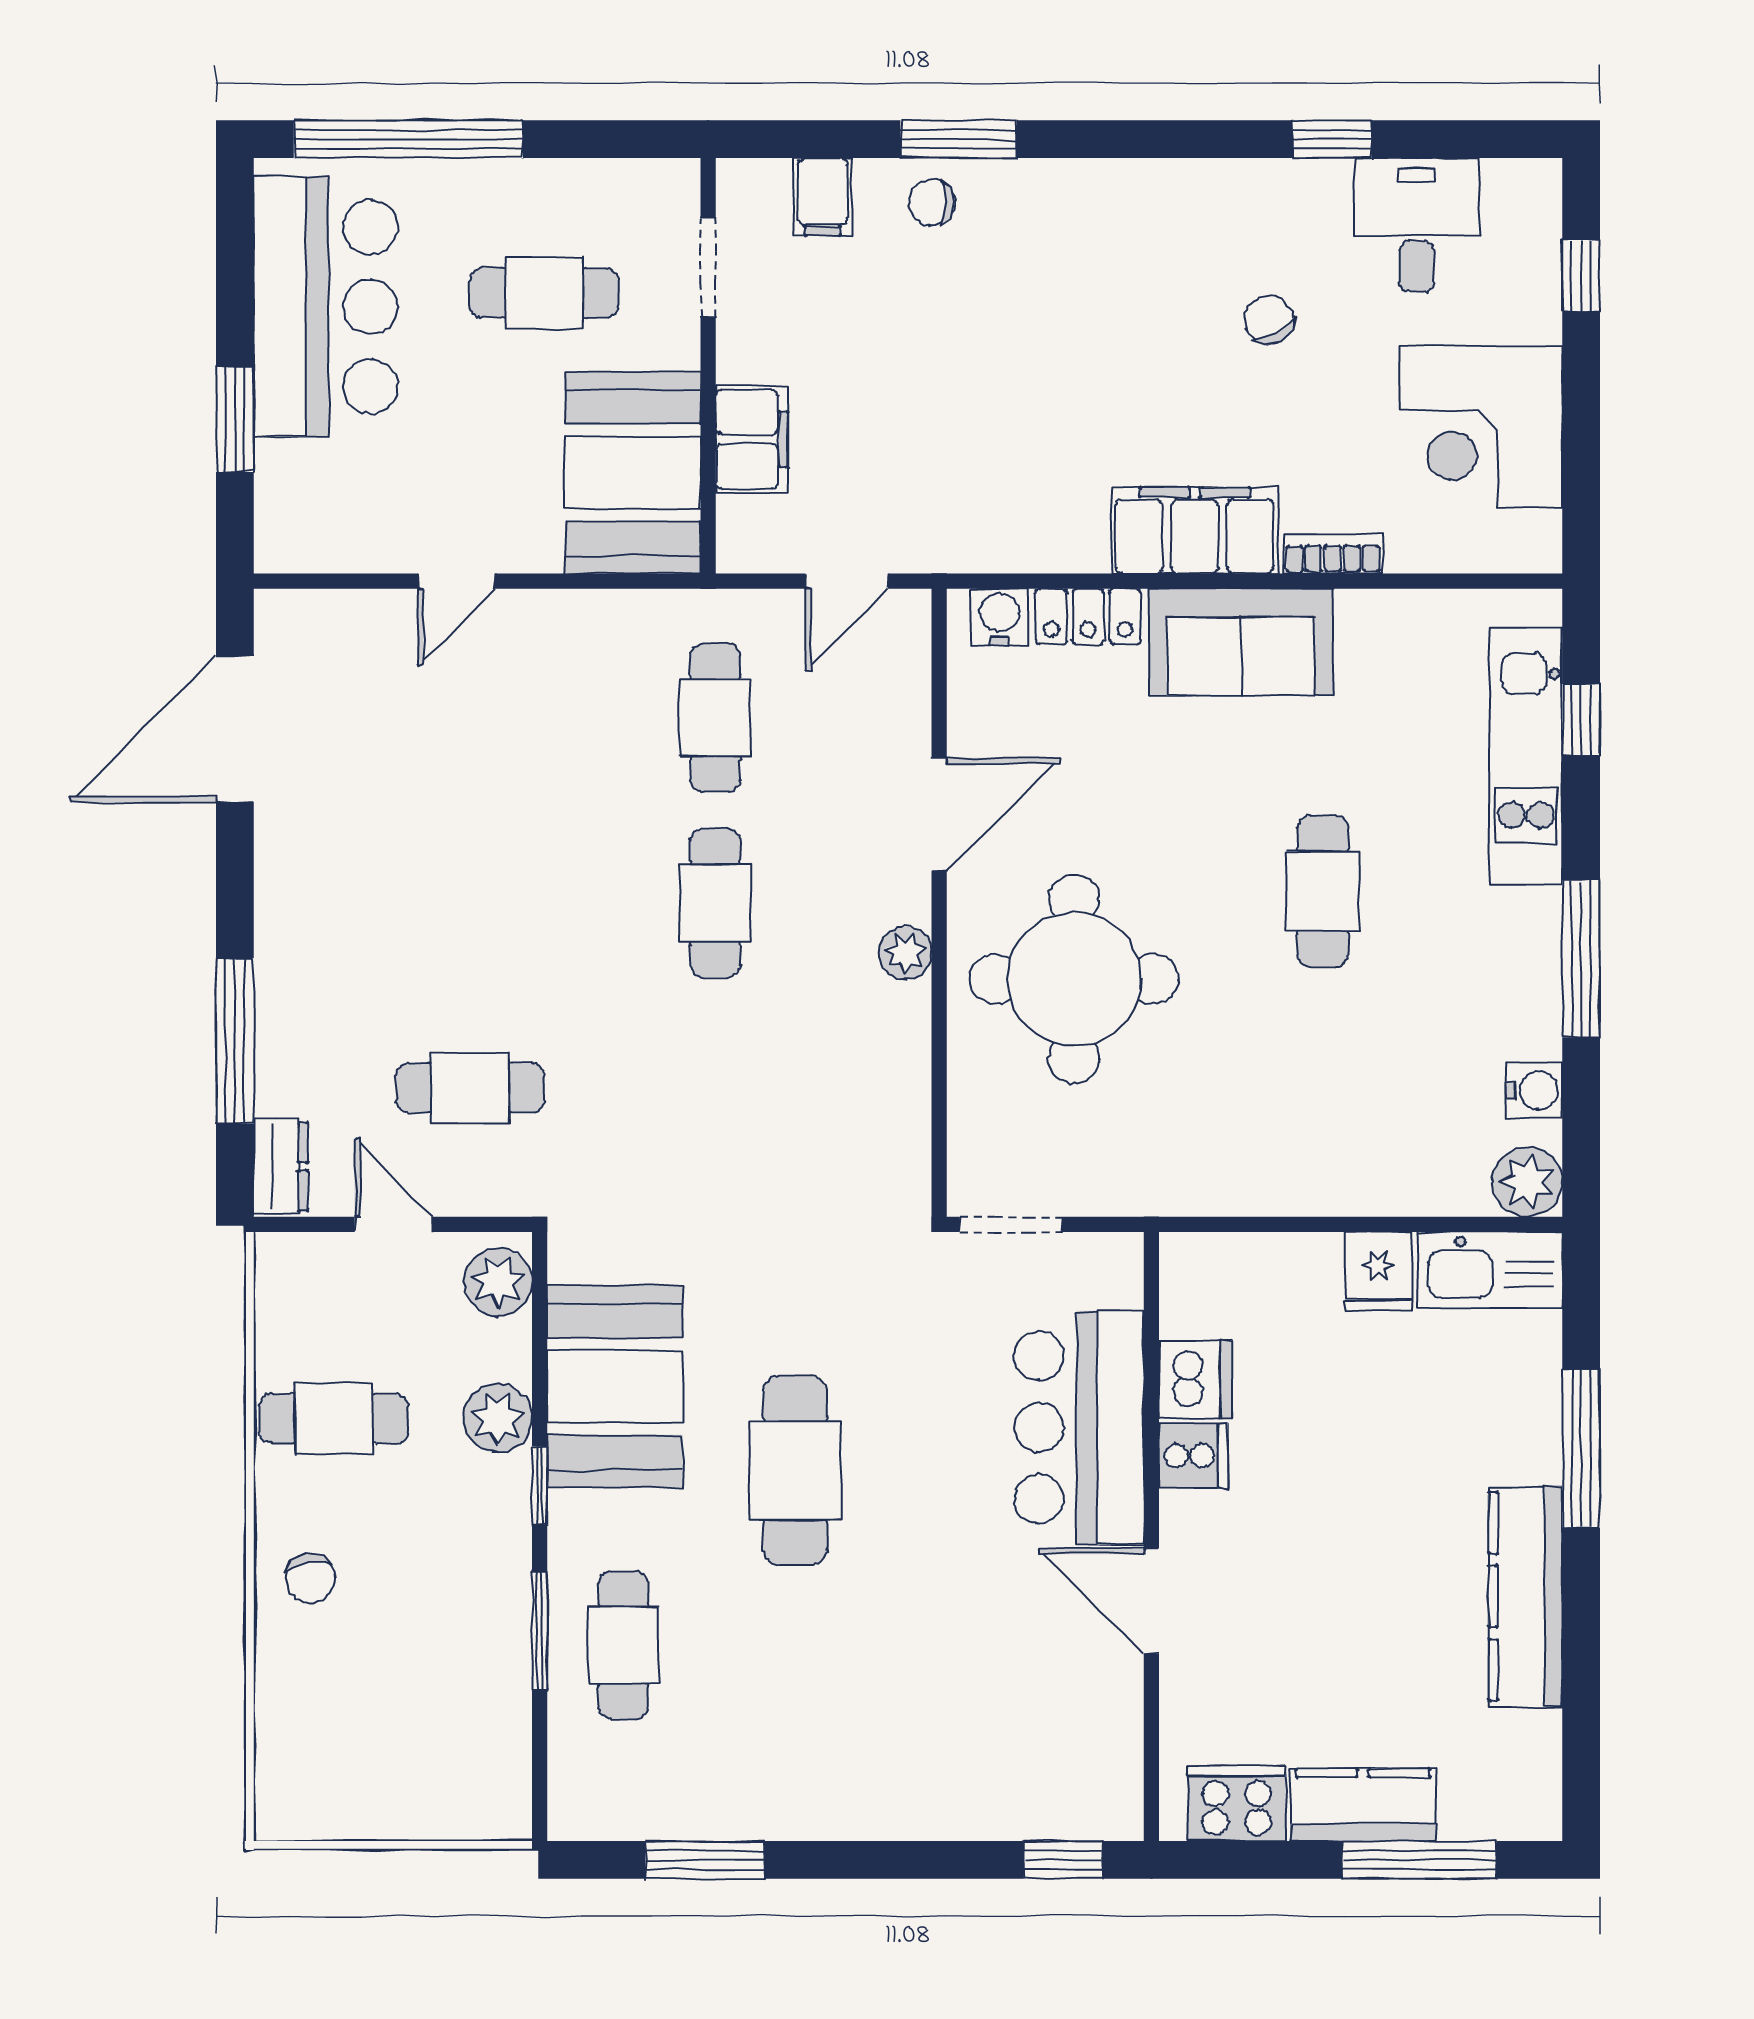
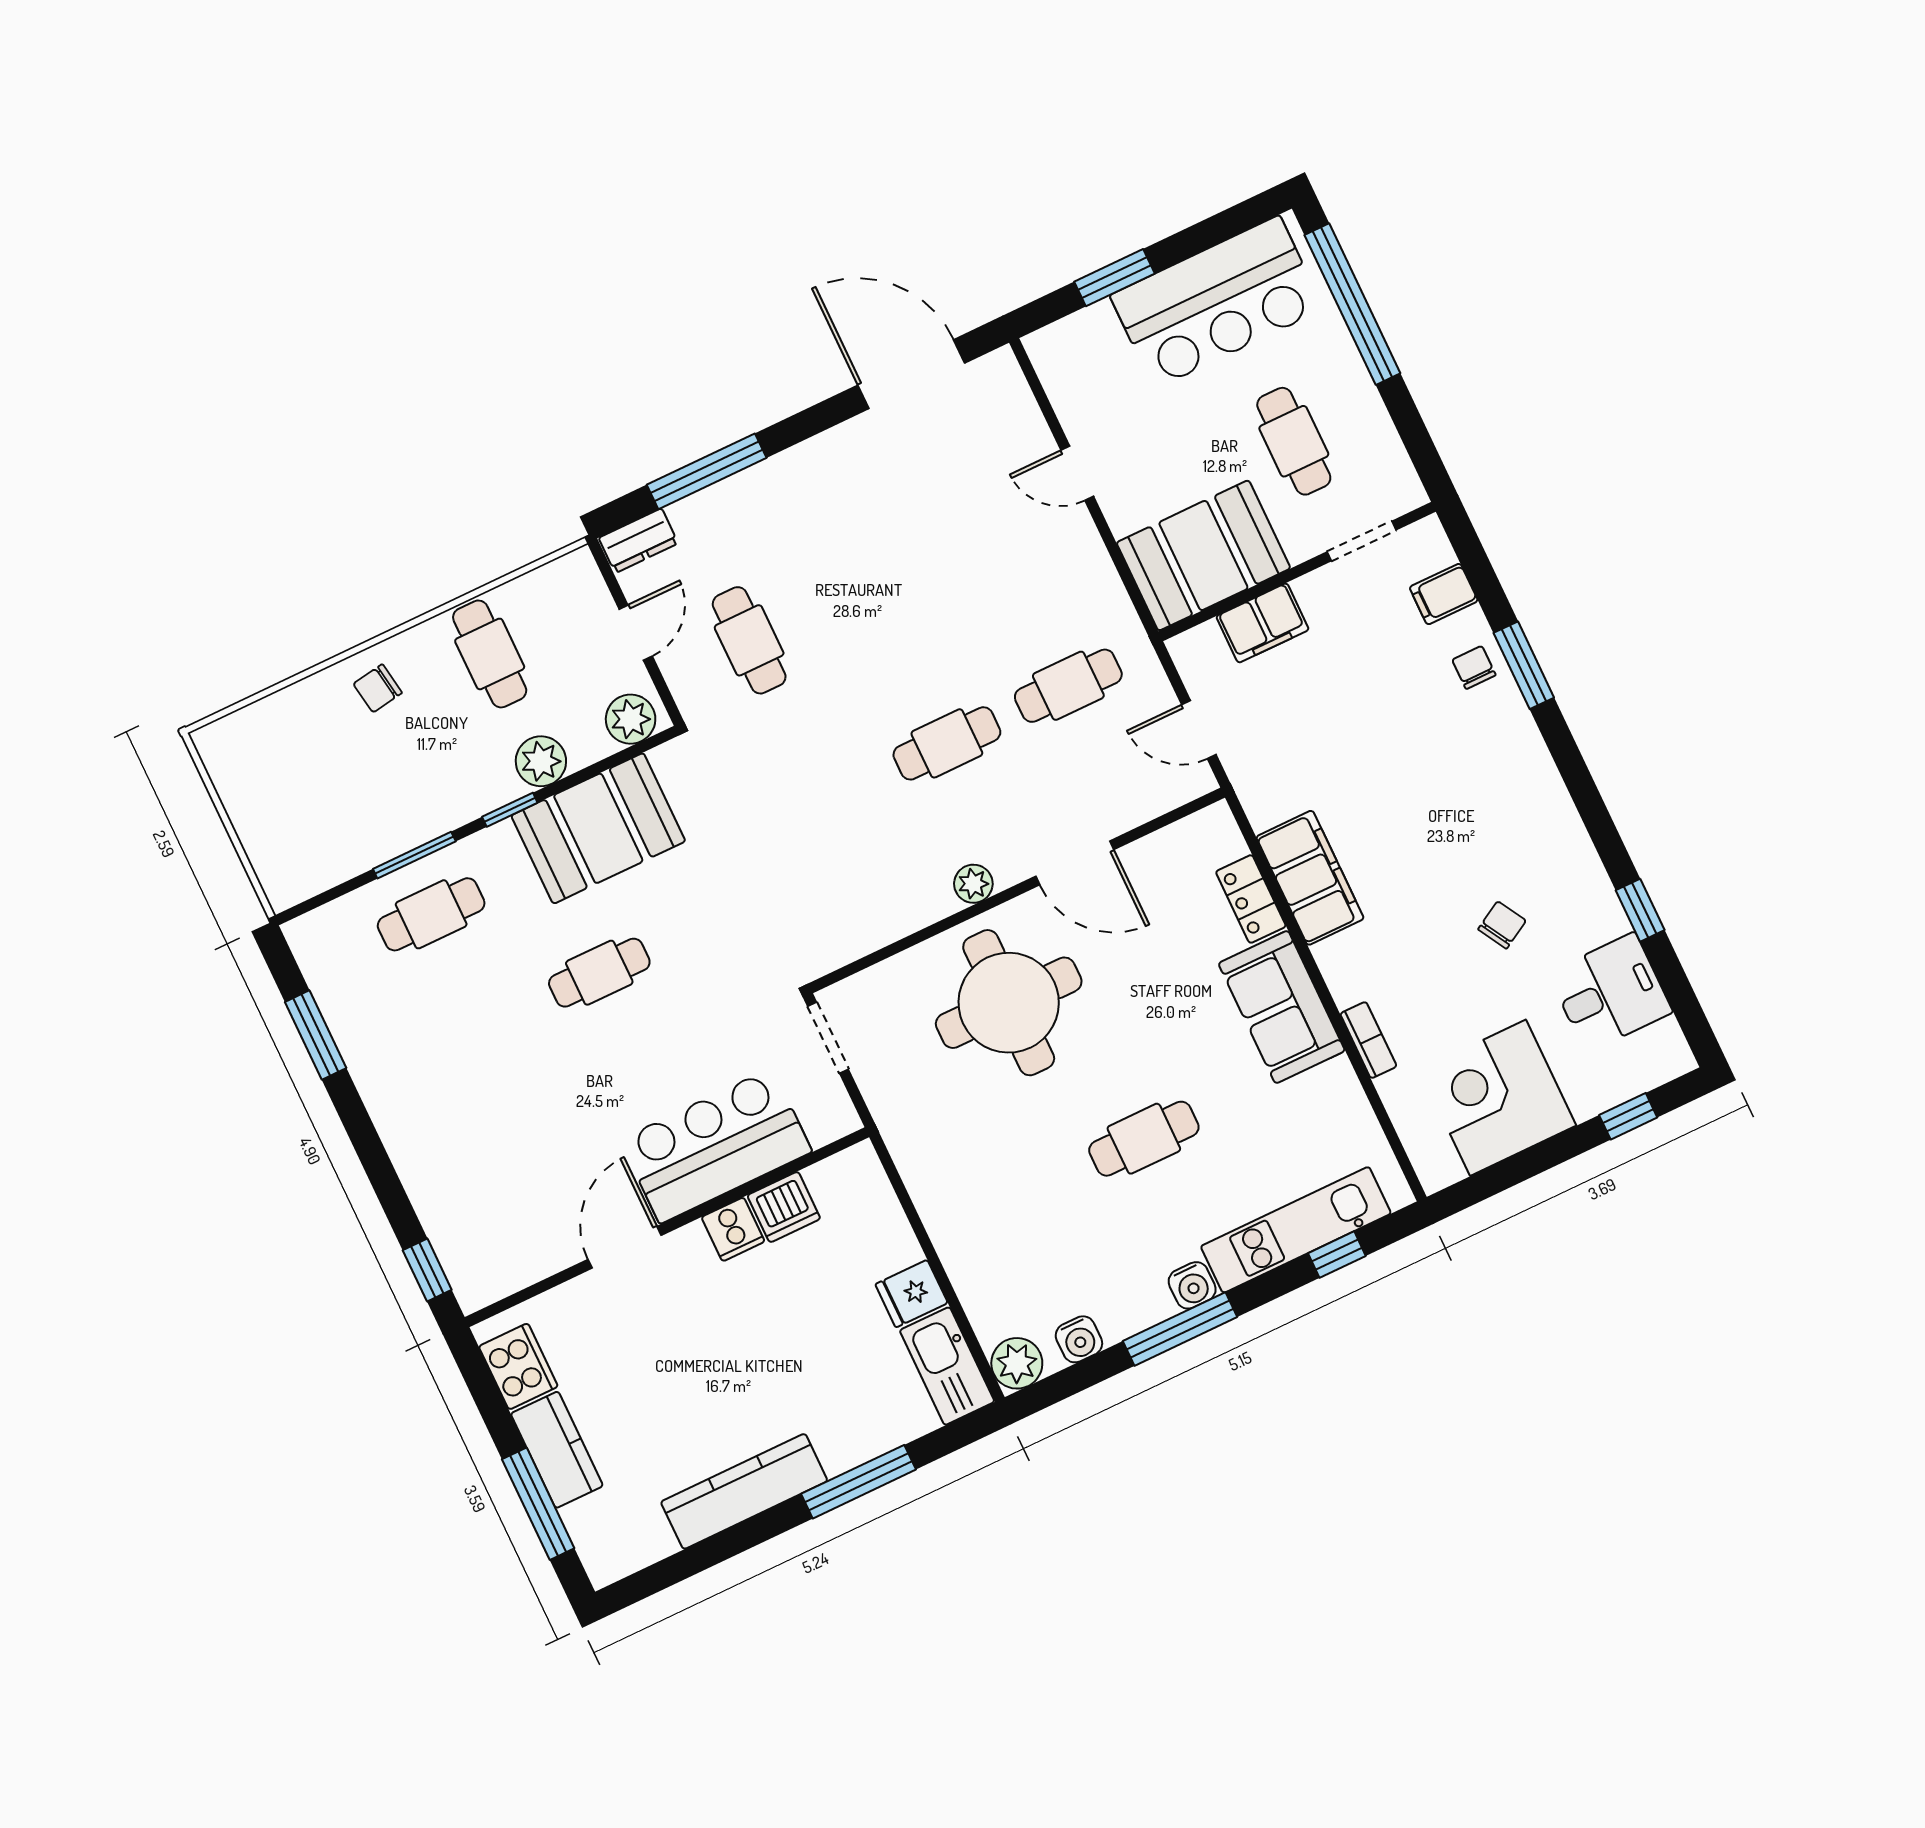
filing cabinet: (1195, 531) -> (1310, 878), moved
water cooler: (999, 617) -> (1192, 1285), moved, turned 90
cafe table: (795, 1470) -> (599, 973), width x0.73, depth x0.74

